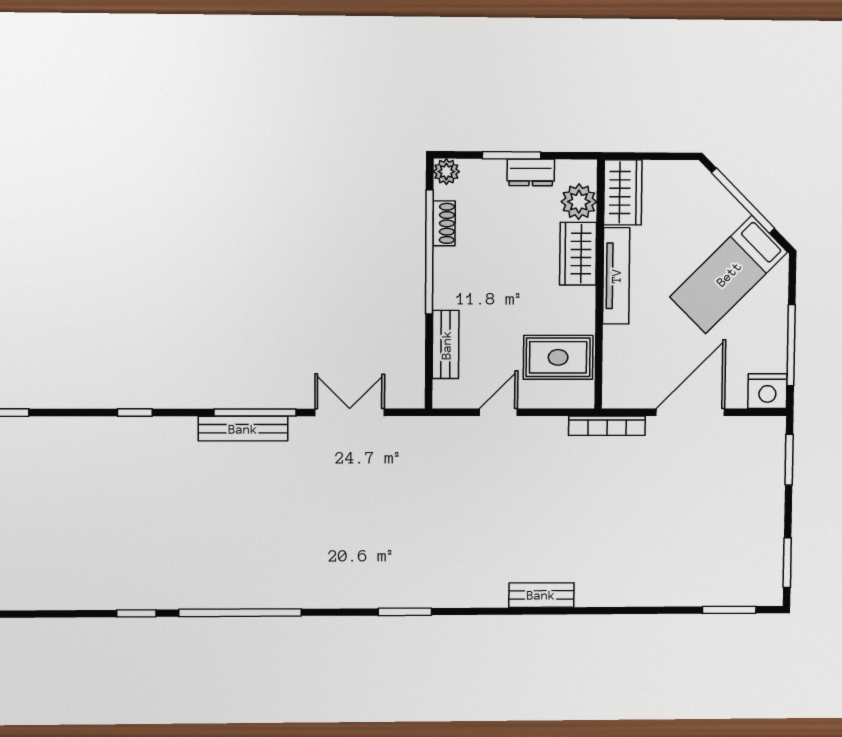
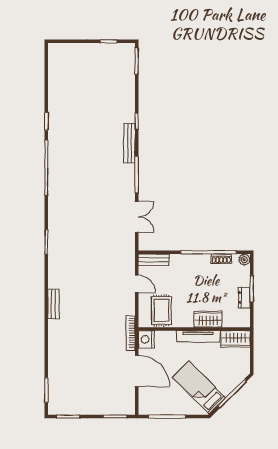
plant: (579, 202) -> (231, 319), removed
bench: (446, 345) -> (154, 260), moved
nightstand: (767, 391) -> (146, 339), moved
bench: (243, 429) -> (129, 143), moved

